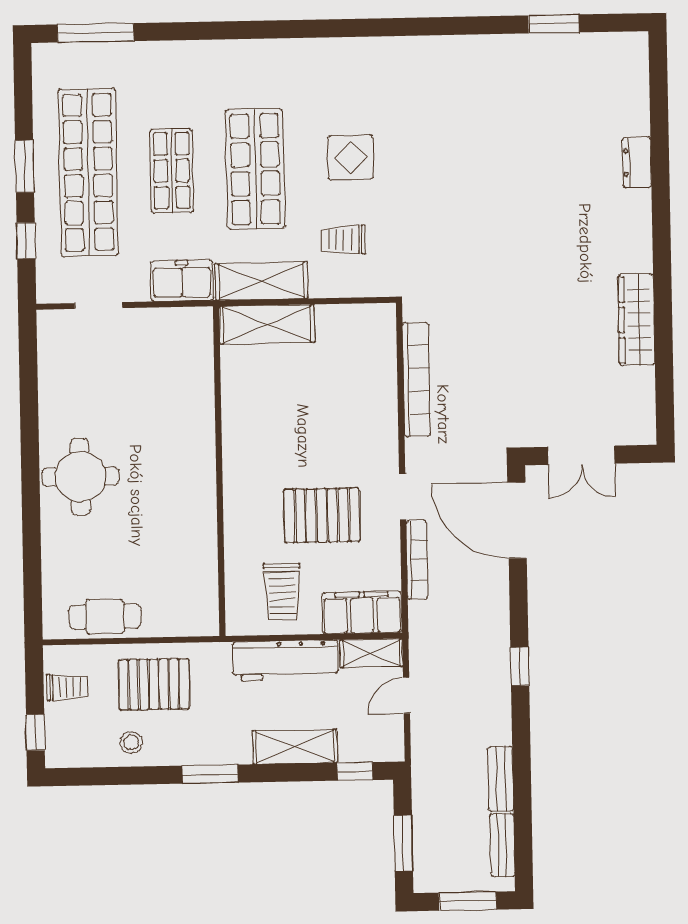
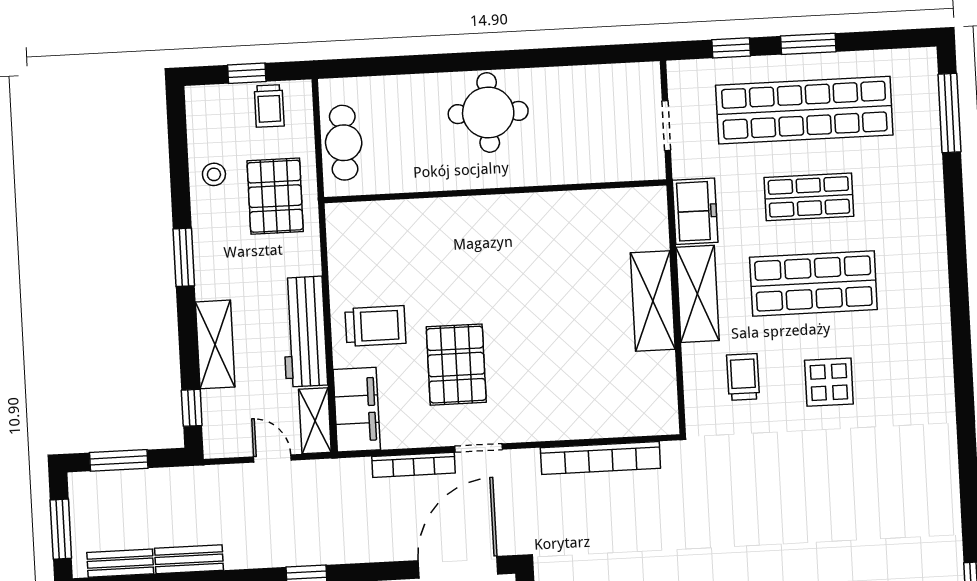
wall: (219, 471) -> (495, 191), moved
trolley: (282, 592) -> (375, 326), turned 180
window: (35, 732) -> (247, 73), moved

